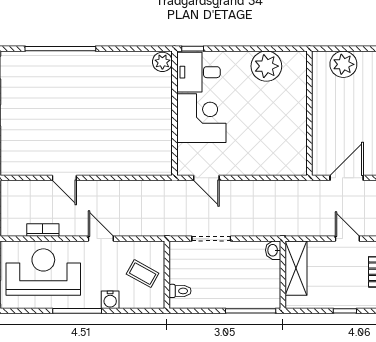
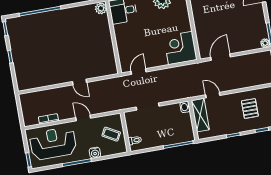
corner desk: (201, 118) -> (180, 48), moved, turned -90
door: (64, 178) -> (79, 82), moved
door: (206, 178) -> (139, 72), swing flipped
door: (347, 239) -> (213, 95), moved

